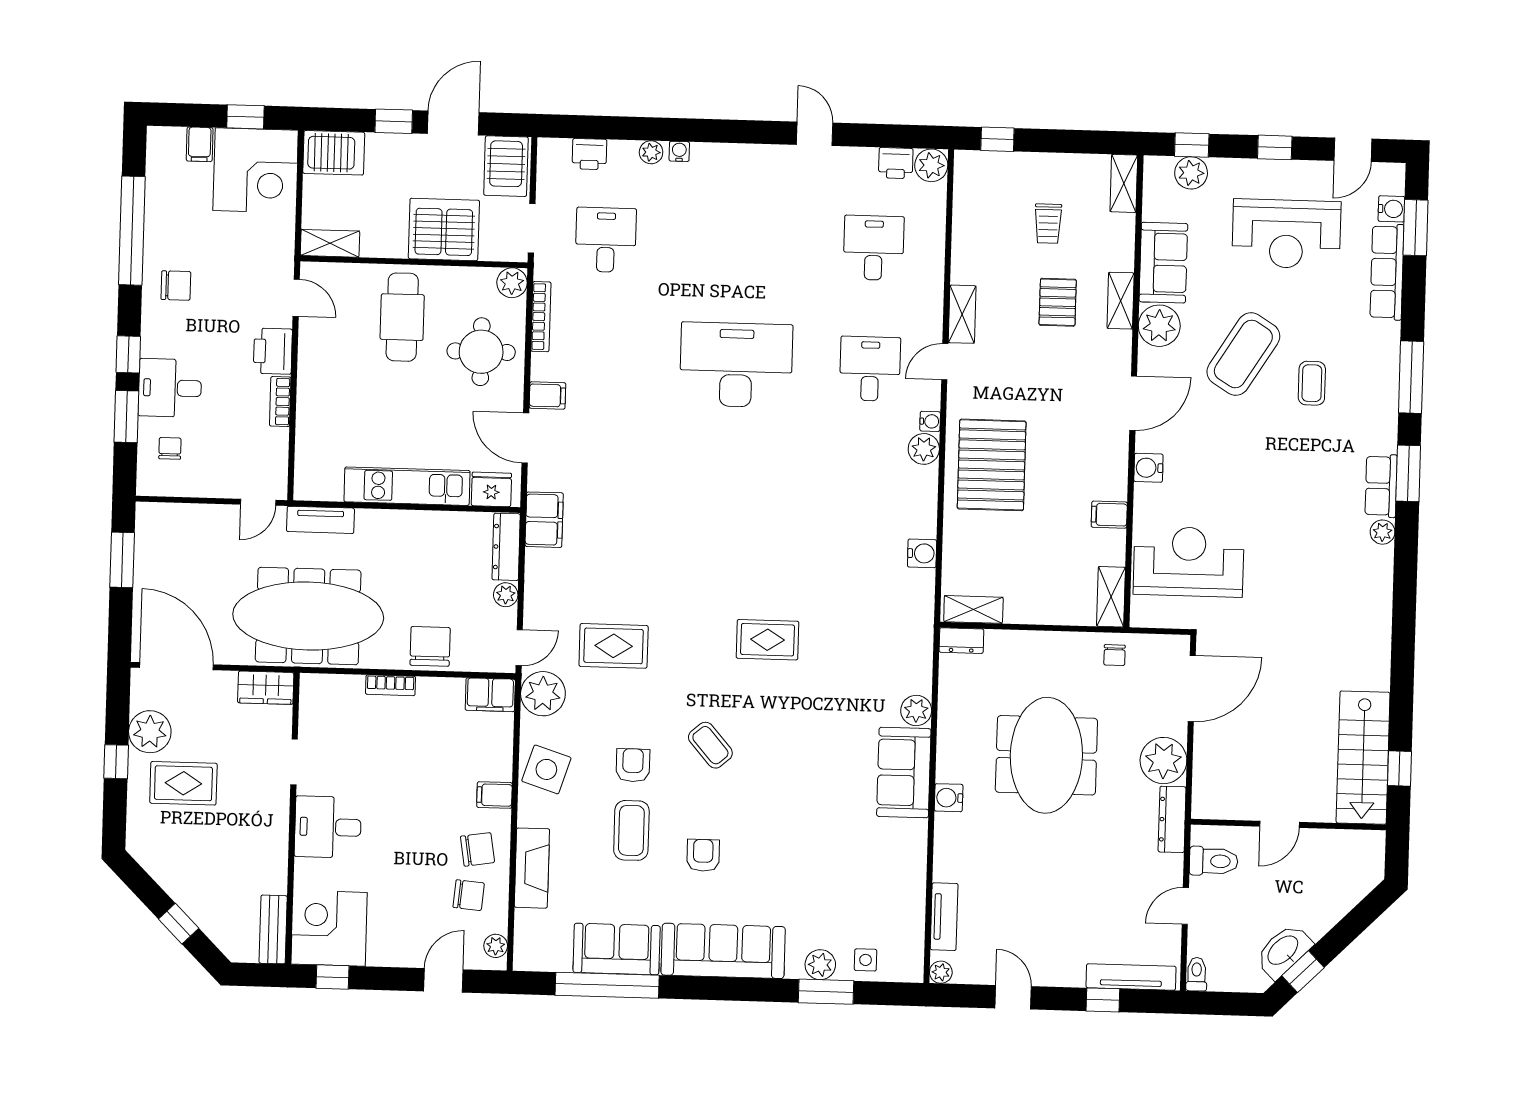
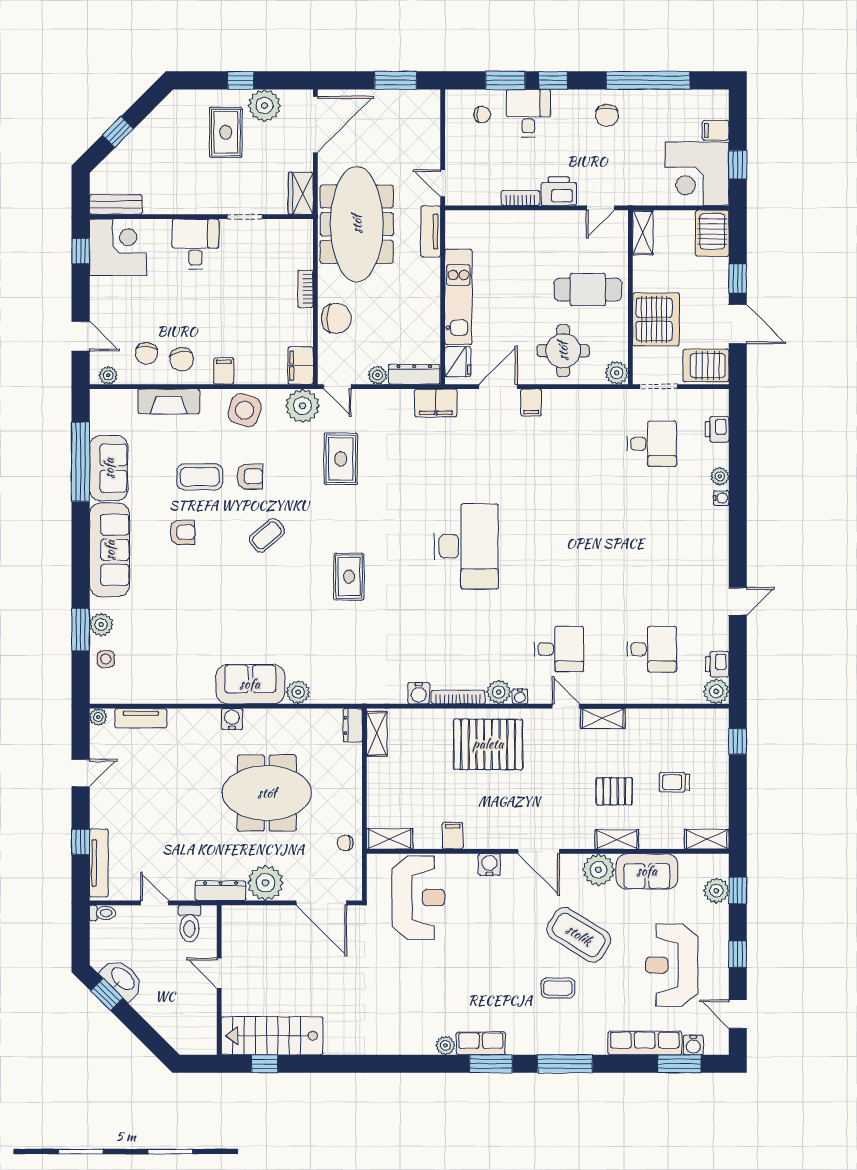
bookcase: (541, 317) -> (458, 697), moved, turned 180
desk: (736, 365) -> (466, 546), moved

